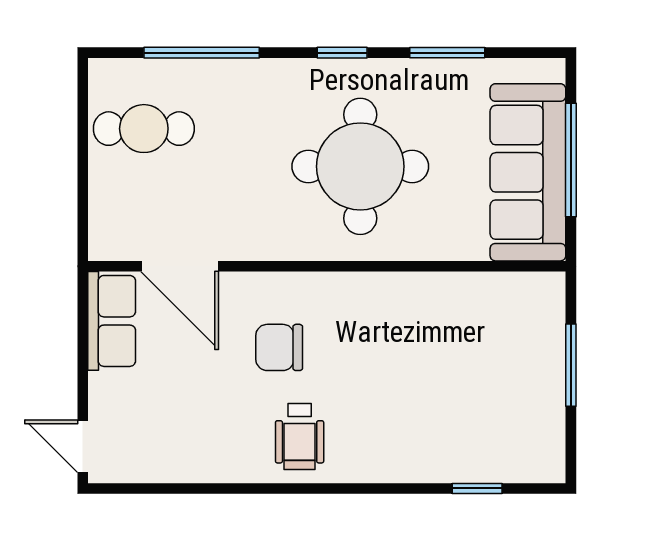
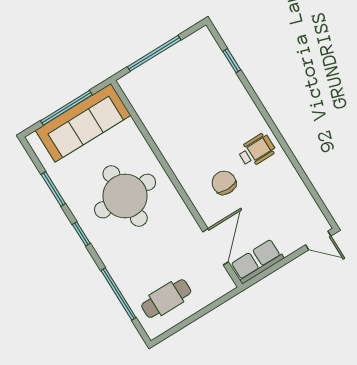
cafe table: (144, 129) -> (166, 299), turned 90
chair: (279, 347) -> (224, 183), turned 180
window: (571, 365) -> (154, 53), width x1.44
door: (83, 446) -> (318, 240), hinge flipped

